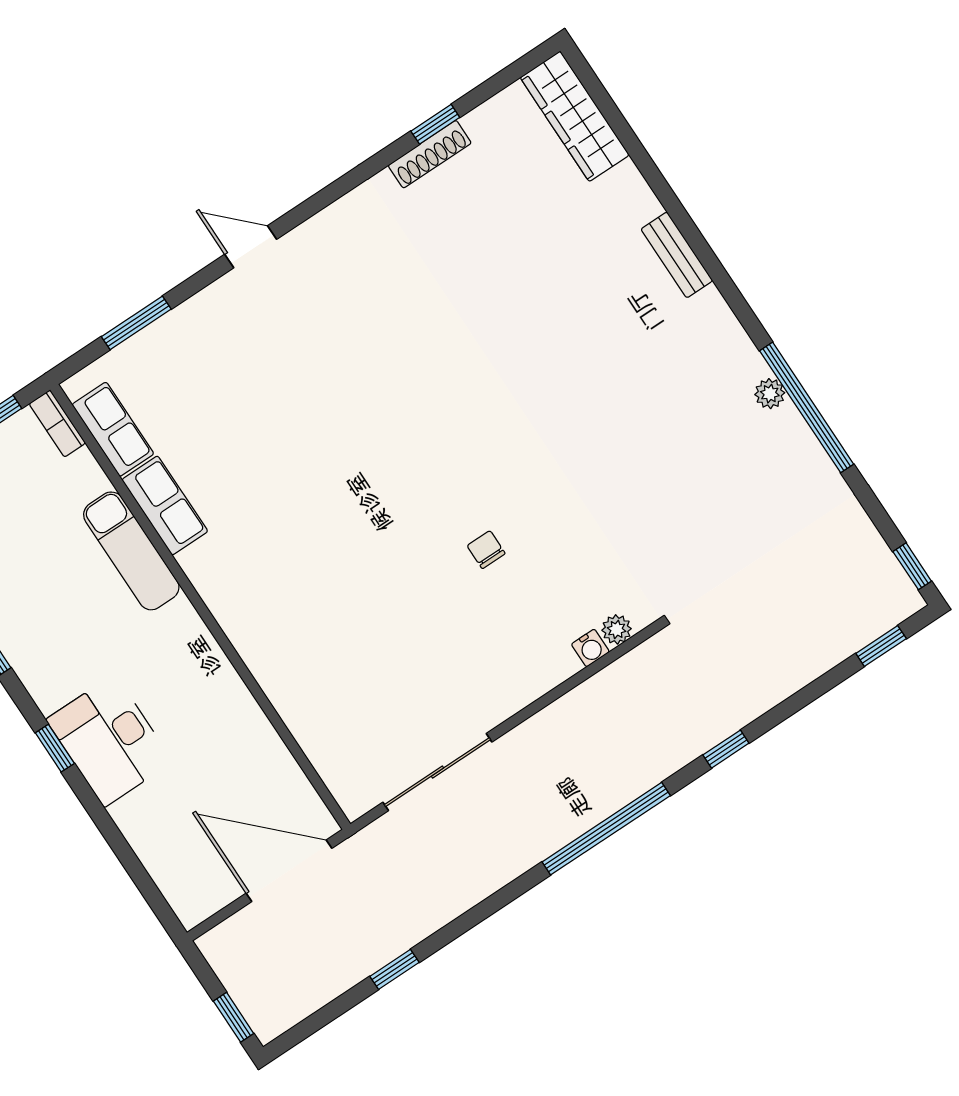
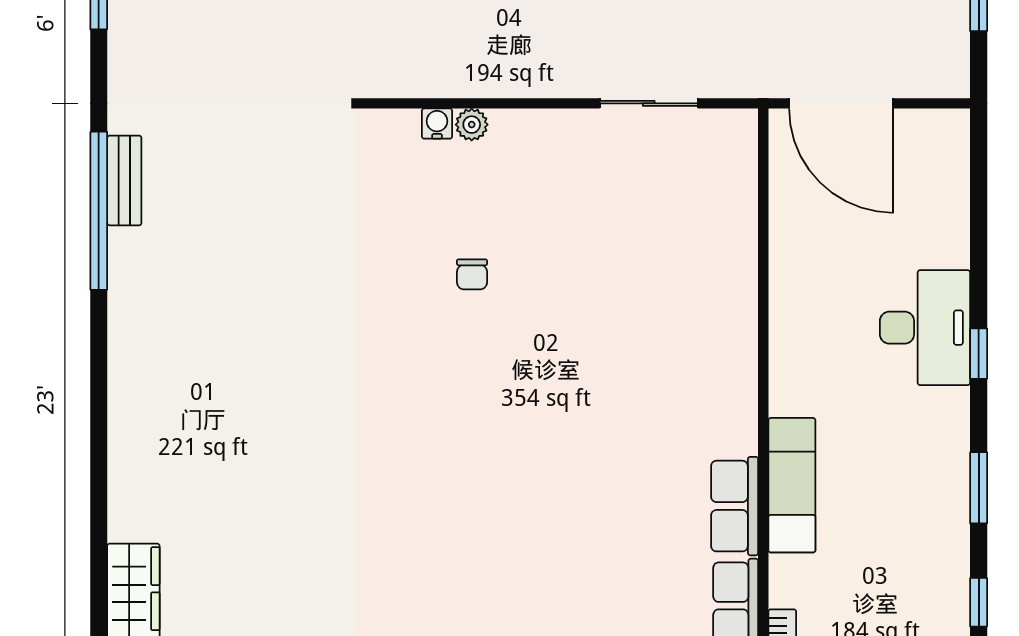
bench: (677, 255) -> (124, 180), moved
plant: (770, 394) -> (124, 245), removed
plant: (617, 629) -> (472, 125), moved
sliding door: (437, 772) -> (649, 103), width x0.73

